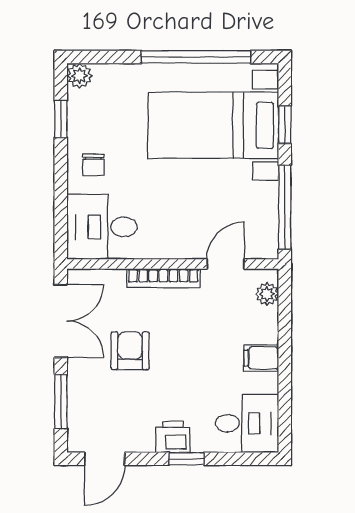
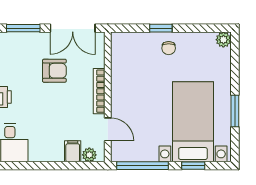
window: (196, 57) -> (235, 111), width x0.47
window: (61, 119) -> (161, 28), moved
chair: (93, 165) -> (169, 48), turned -90
desk: (102, 227) -> (131, 54), removed
filing cabinet: (261, 358) -> (73, 151), moved

